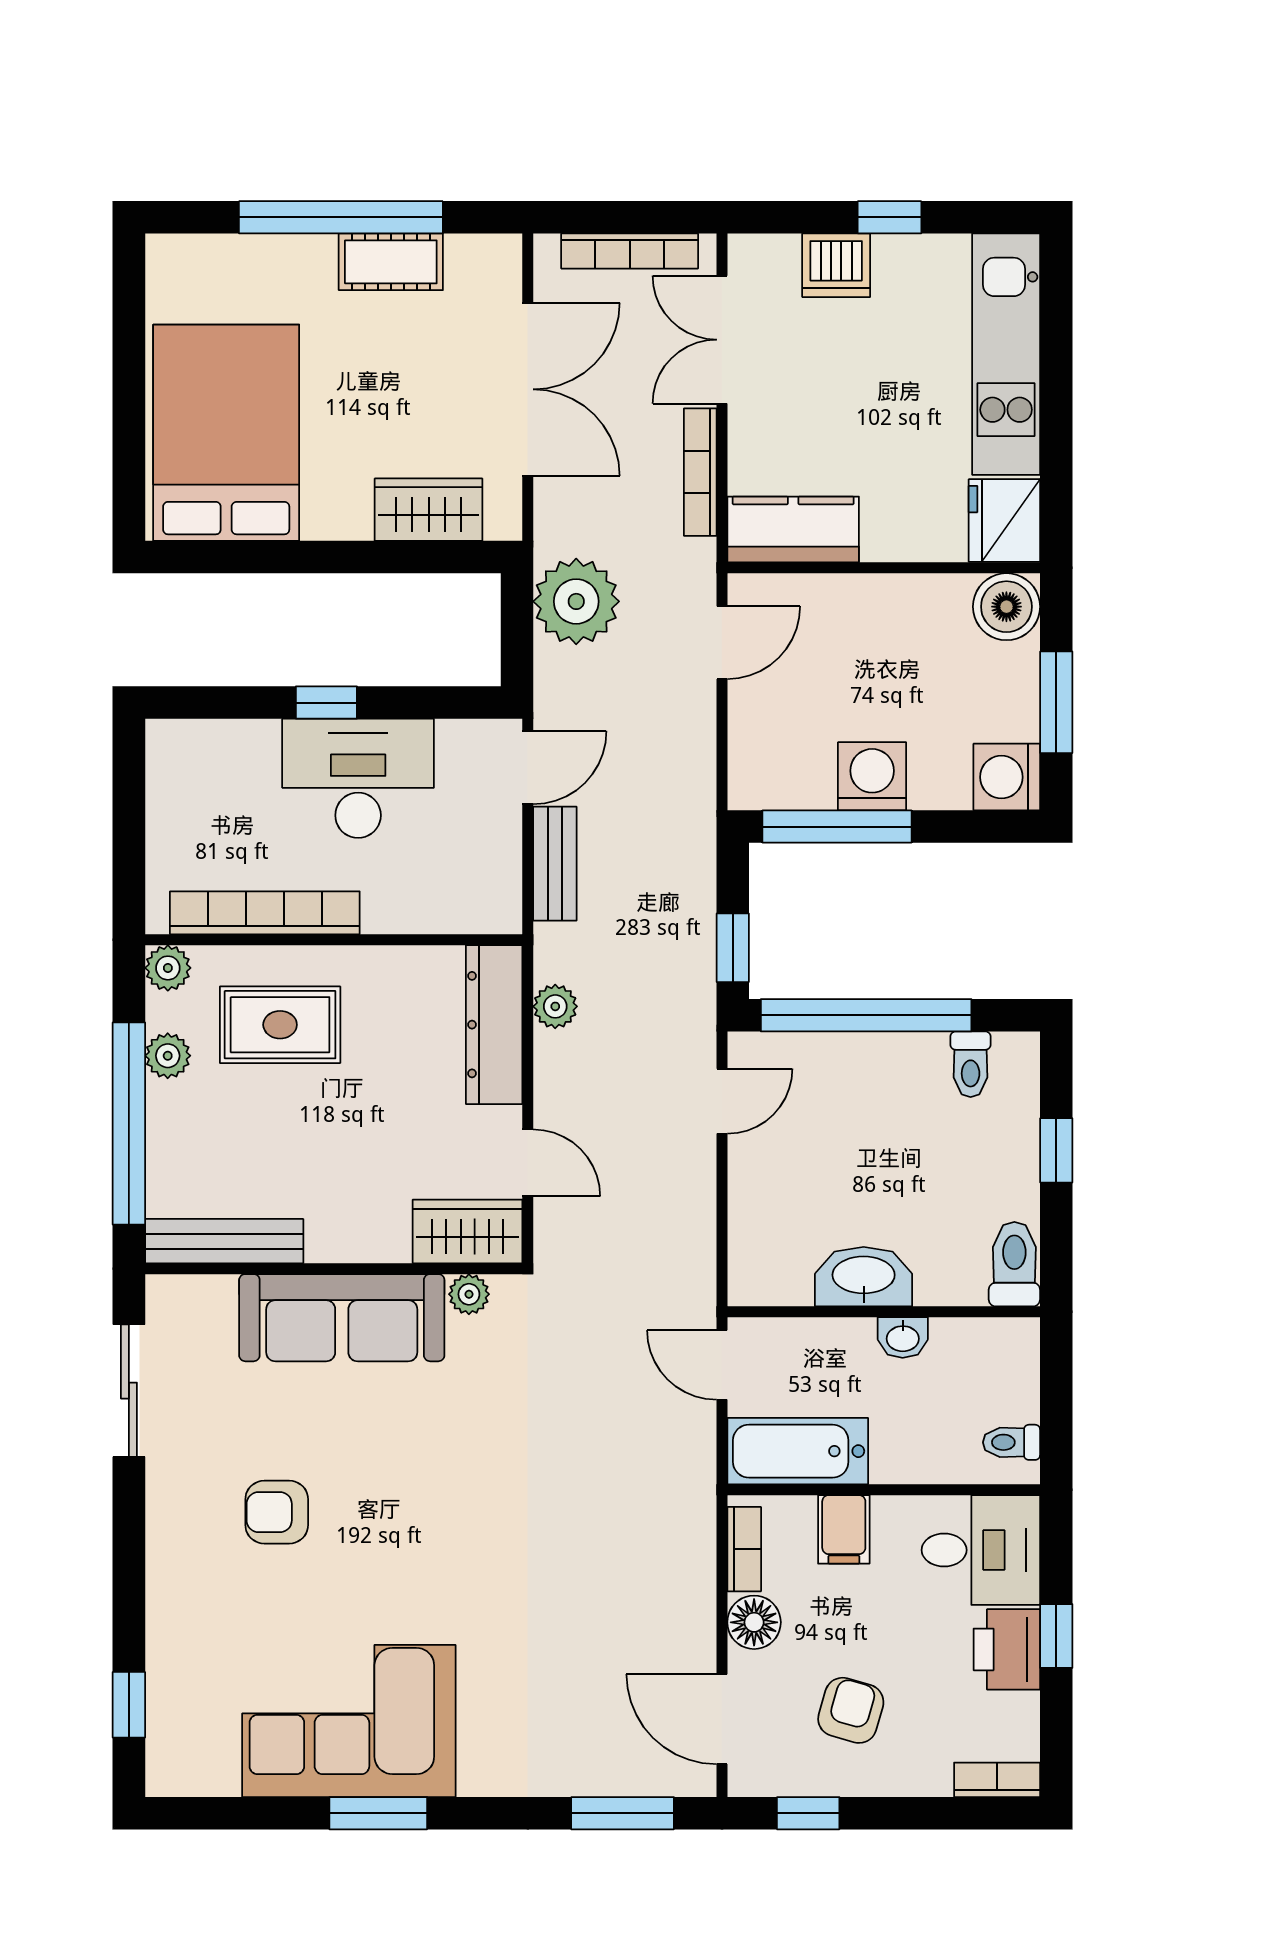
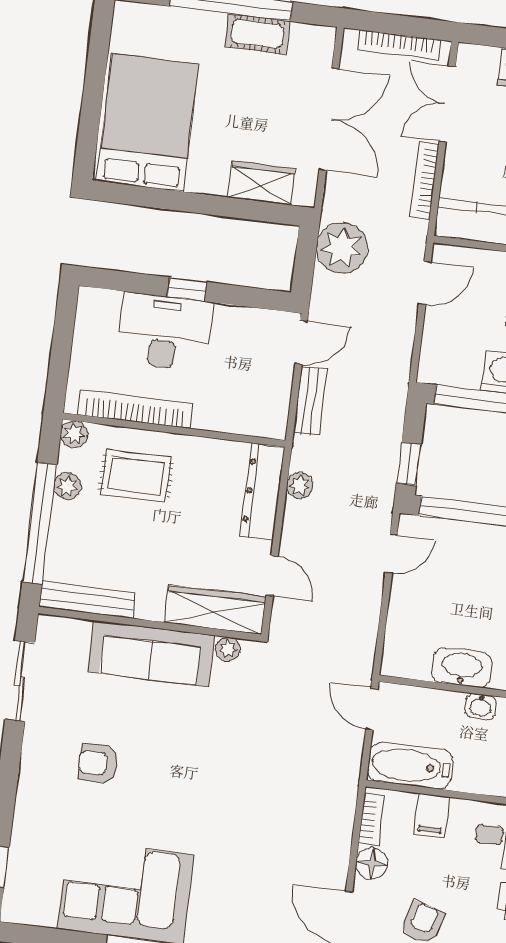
desk: (358, 778) -> (164, 332), moved
wardrobe: (468, 1231) -> (215, 610), width x1.50

